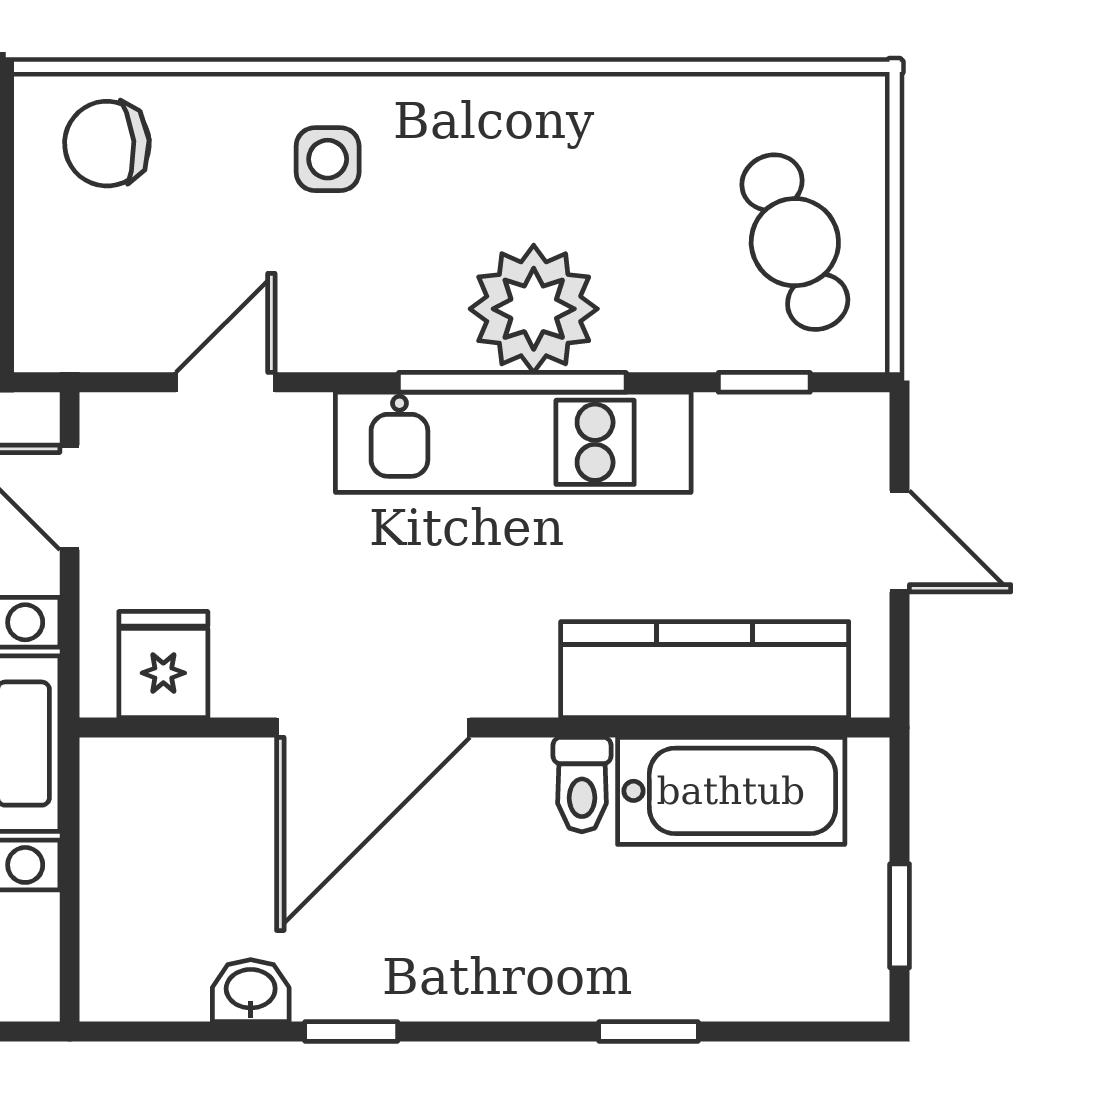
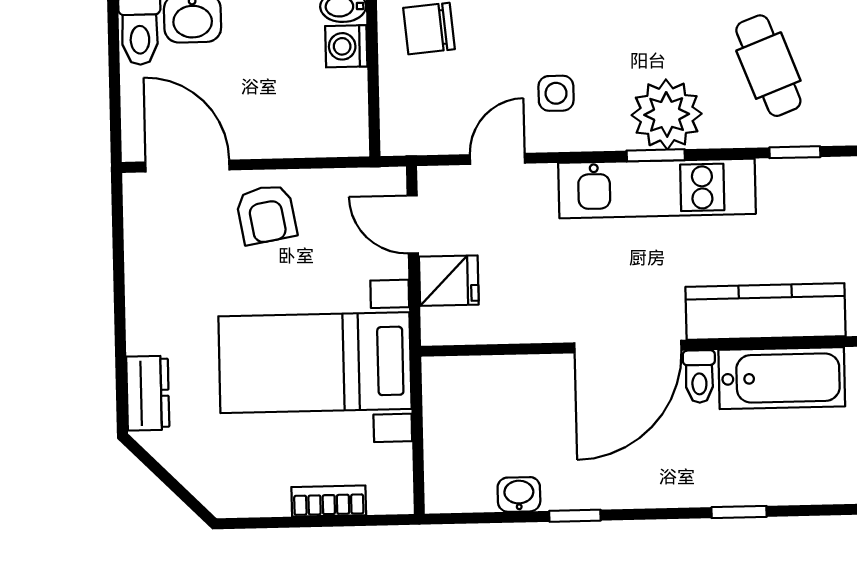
side table: (328, 159) -> (556, 93), moved
cafe table: (795, 242) -> (768, 66), moved
window: (512, 382) -> (656, 155), width x0.46
fridge: (163, 664) -> (449, 281), moved, turned 90
door: (373, 727) -> (628, 347), moved

